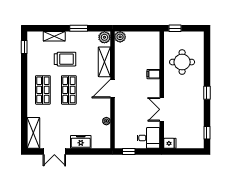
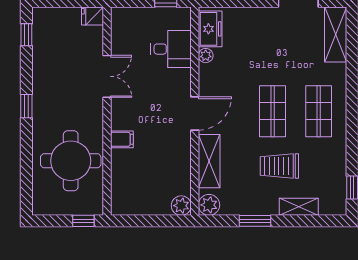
round table: (182, 62) -> (71, 161), width x1.36, depth x1.36
desk: (148, 138) -> (171, 49), moved, turned 180
freezer: (81, 142) -> (210, 29), moved, turned -90

